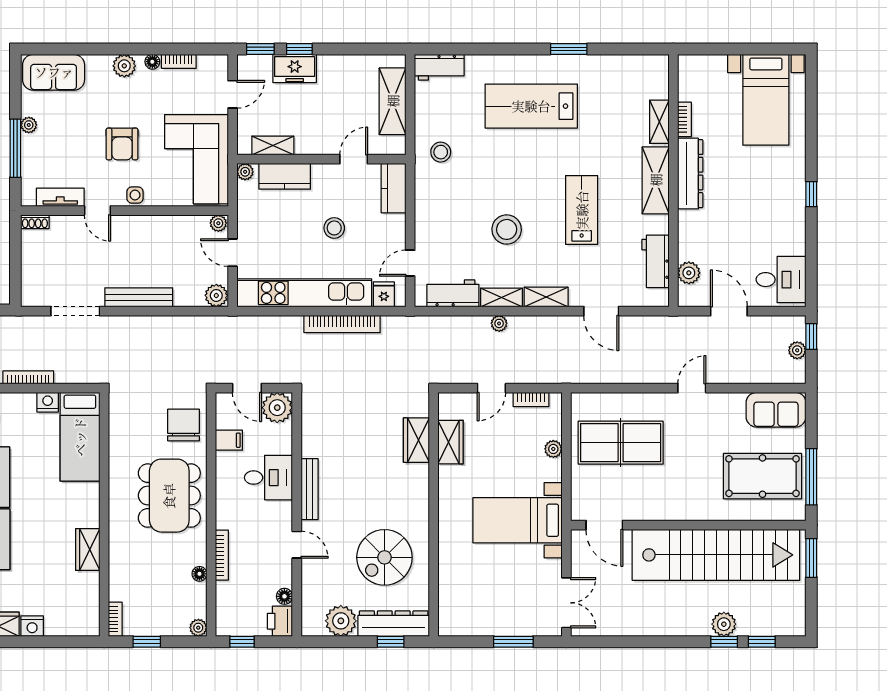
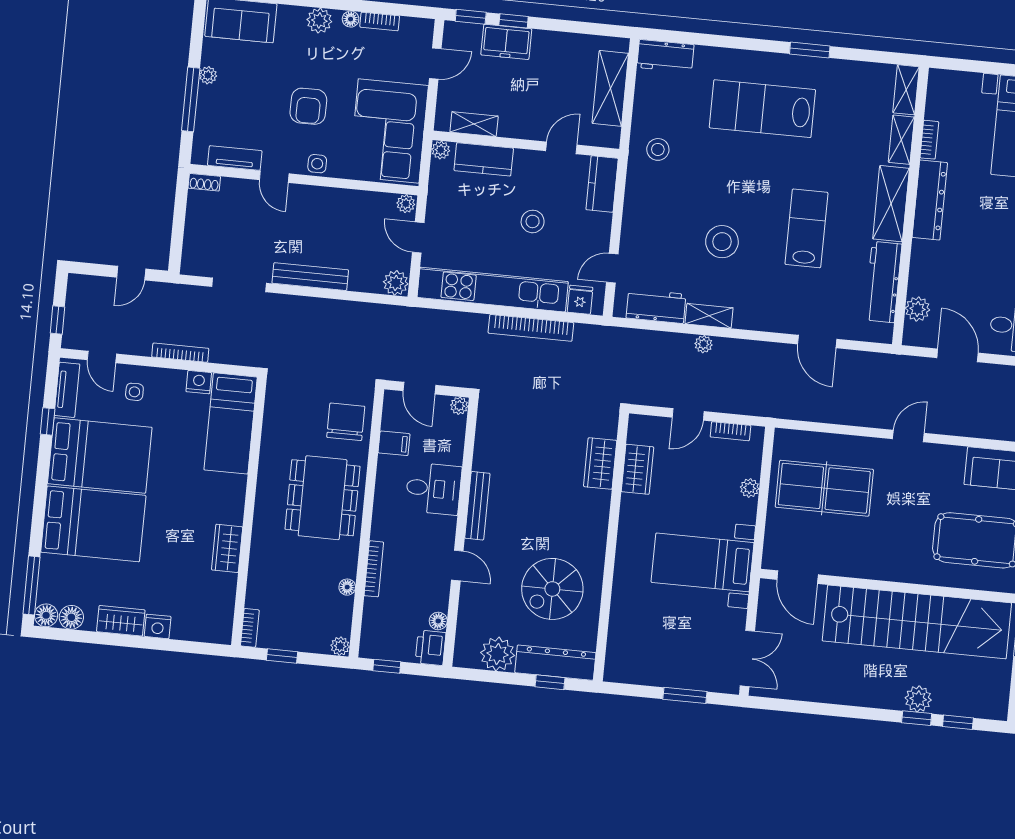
workbench: (655, 261) -> (883, 282), width x1.38
shelving: (546, 297) -> (906, 90), moved, turned 90
plant: (277, 408) -> (459, 406), width x0.53, depth x0.53

